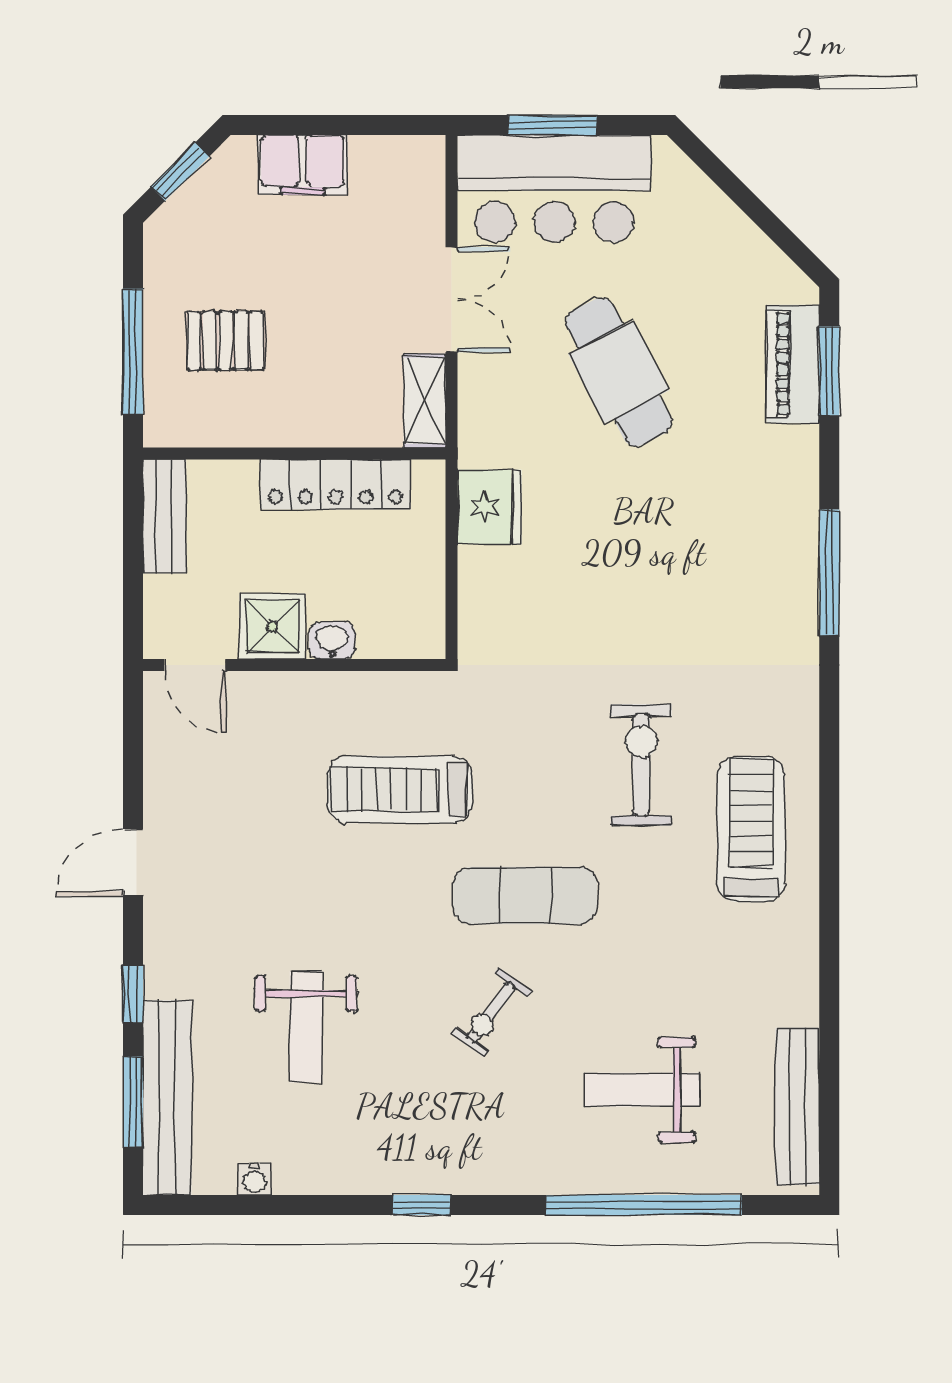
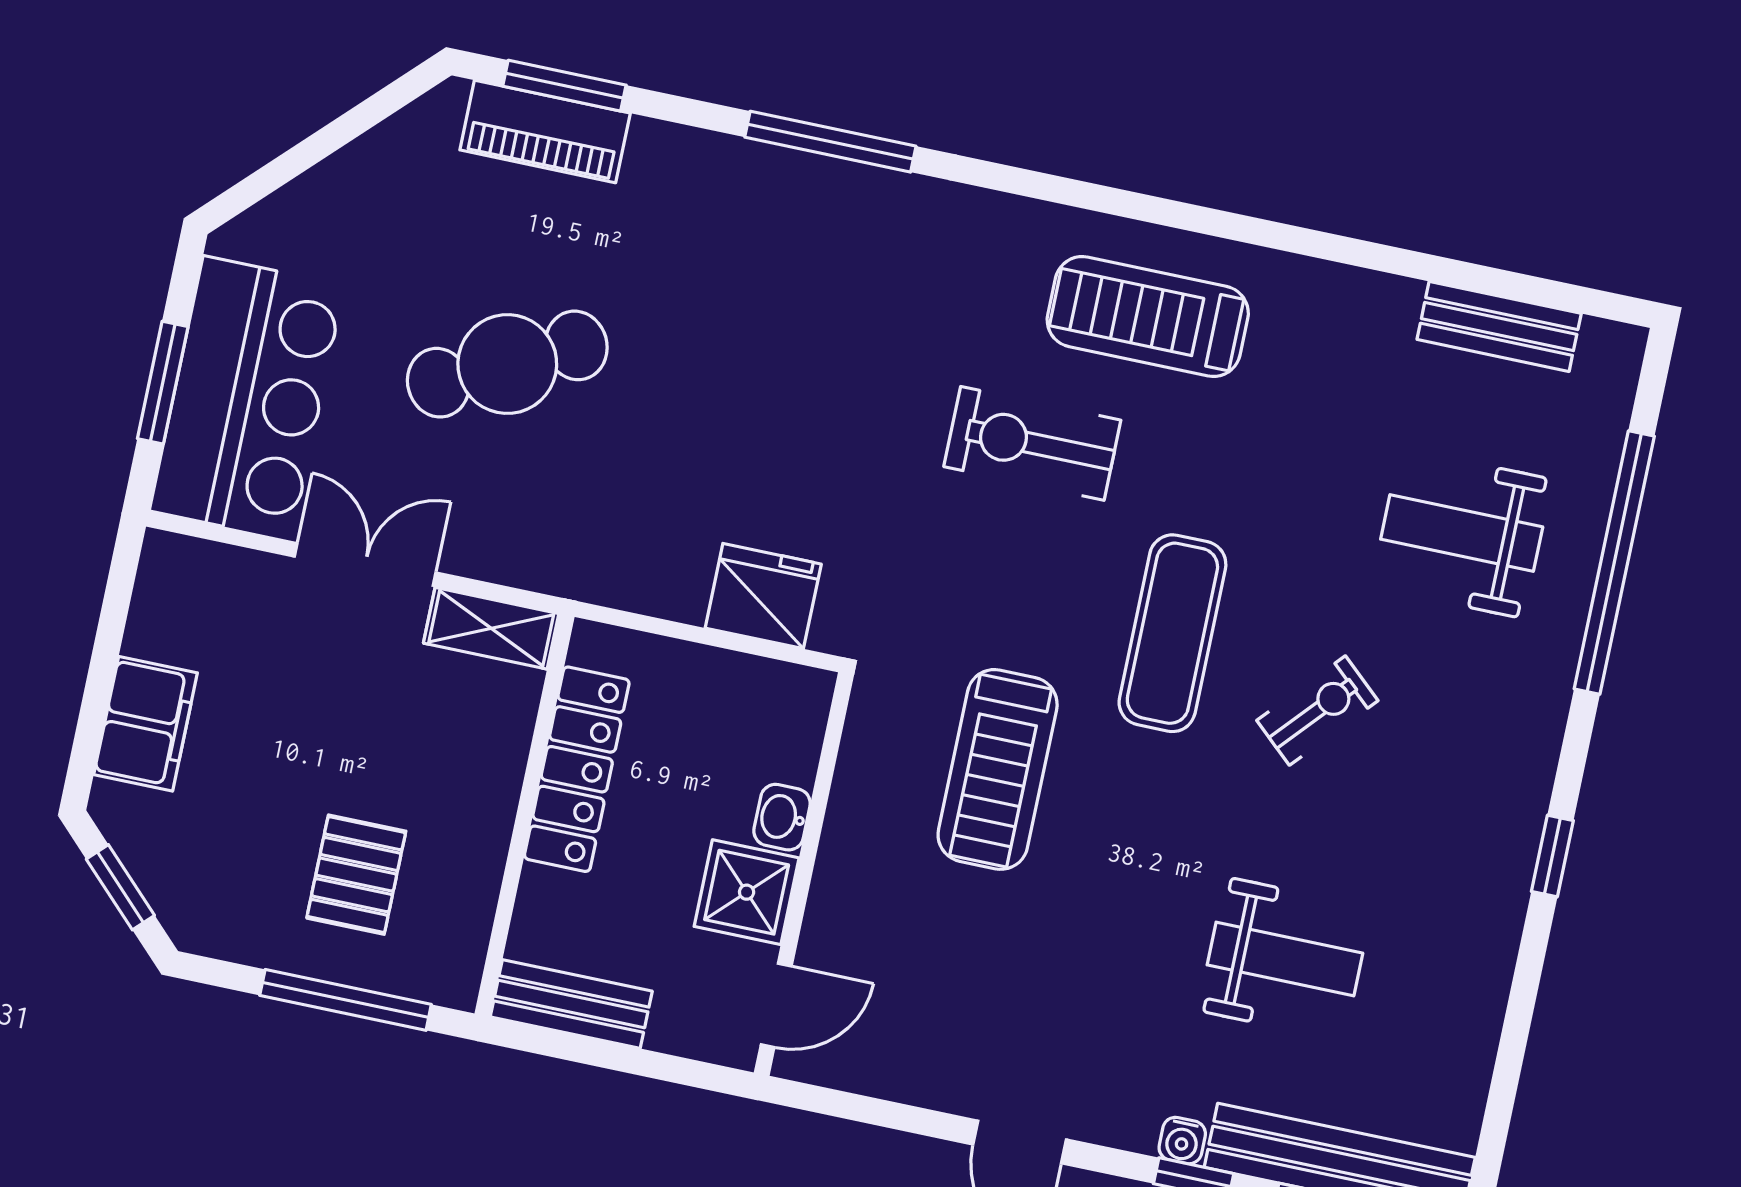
fridge: (490, 507) -> (763, 596), moved
exercise bike: (491, 1012) -> (1317, 710), turned -84
weight bench: (642, 1090) -> (1462, 533), turned 90
bench: (797, 1106) -> (1499, 326), width x0.73
water cooler: (255, 1179) -> (1182, 1141), moved, turned 90

